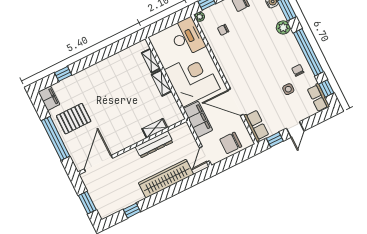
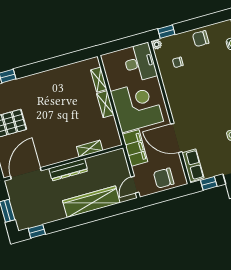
dresser: (154, 144) -> (68, 170), moved
window: (132, 211) -> (37, 231), moved

